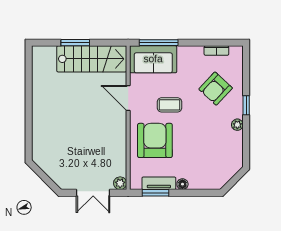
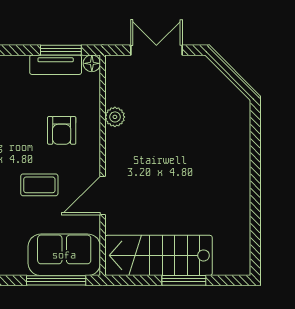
door: (128, 98) -> (103, 195), swing flipped
armchair: (155, 140) -> (62, 130), width x0.53, depth x0.53
plant: (120, 183) -> (115, 117), moved
floor lamp: (182, 184) -> (92, 63), moved

